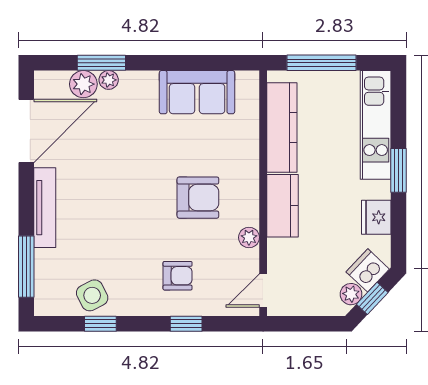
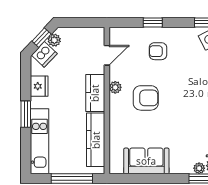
armchair: (198, 198) -> (146, 98), turned 180
plant: (249, 237) -> (115, 87), moved
door: (263, 290) -> (107, 55), moved

